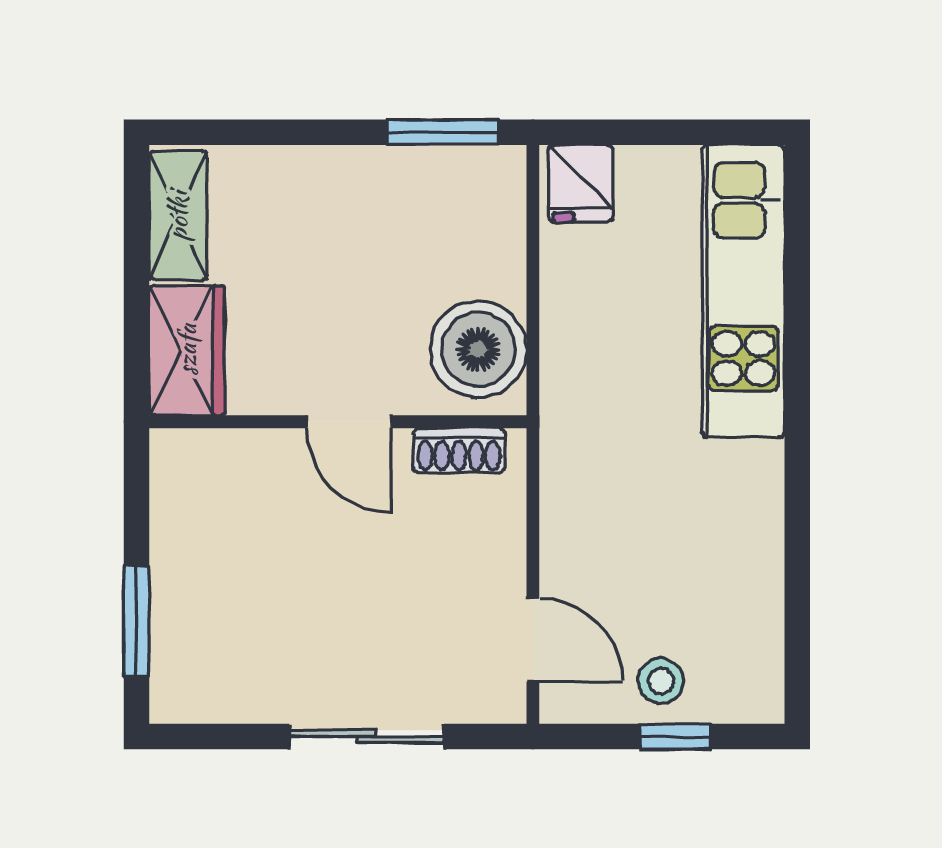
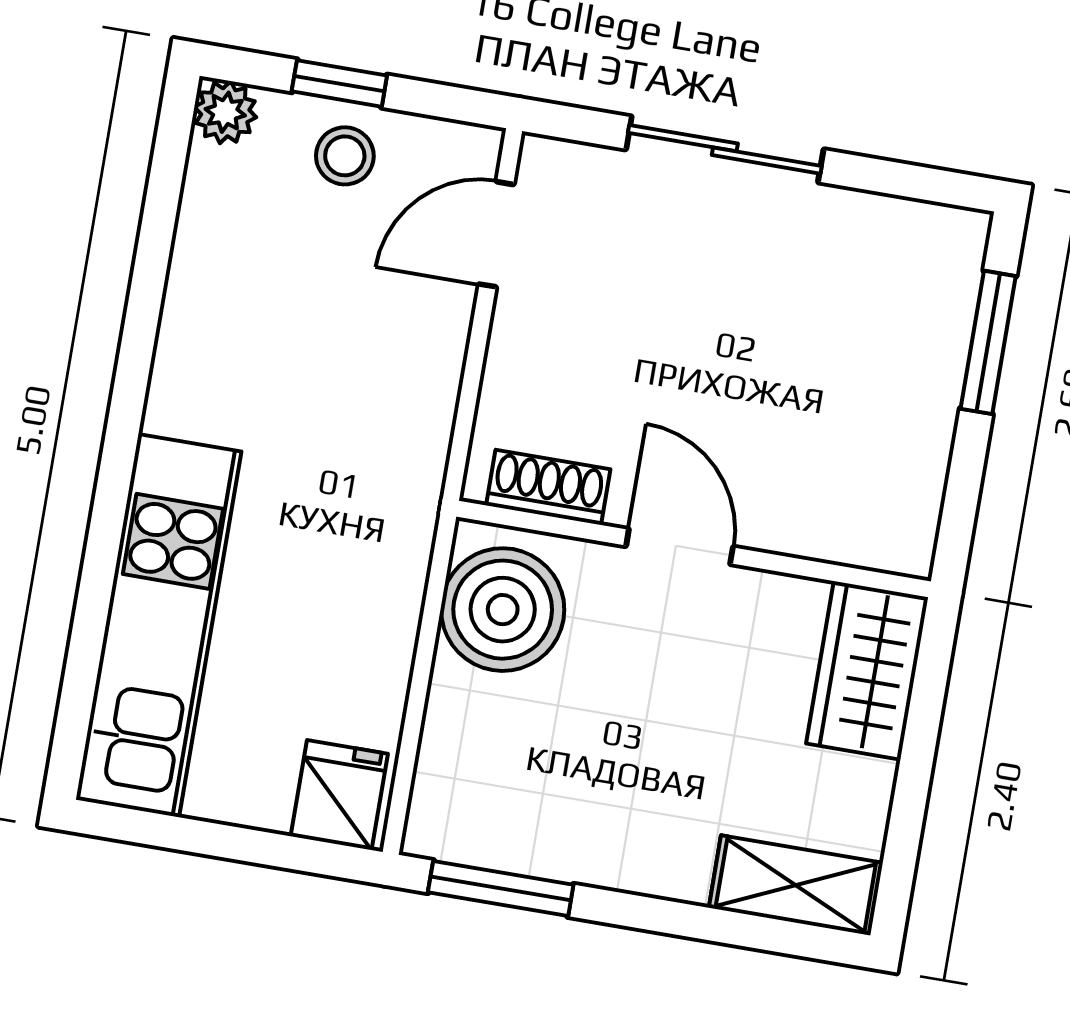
shelving: (178, 216) -> (796, 885), moved, turned 90
door: (533, 640) -> (496, 234), hinge flipped
plant: (760, 699) -> (225, 112), added

